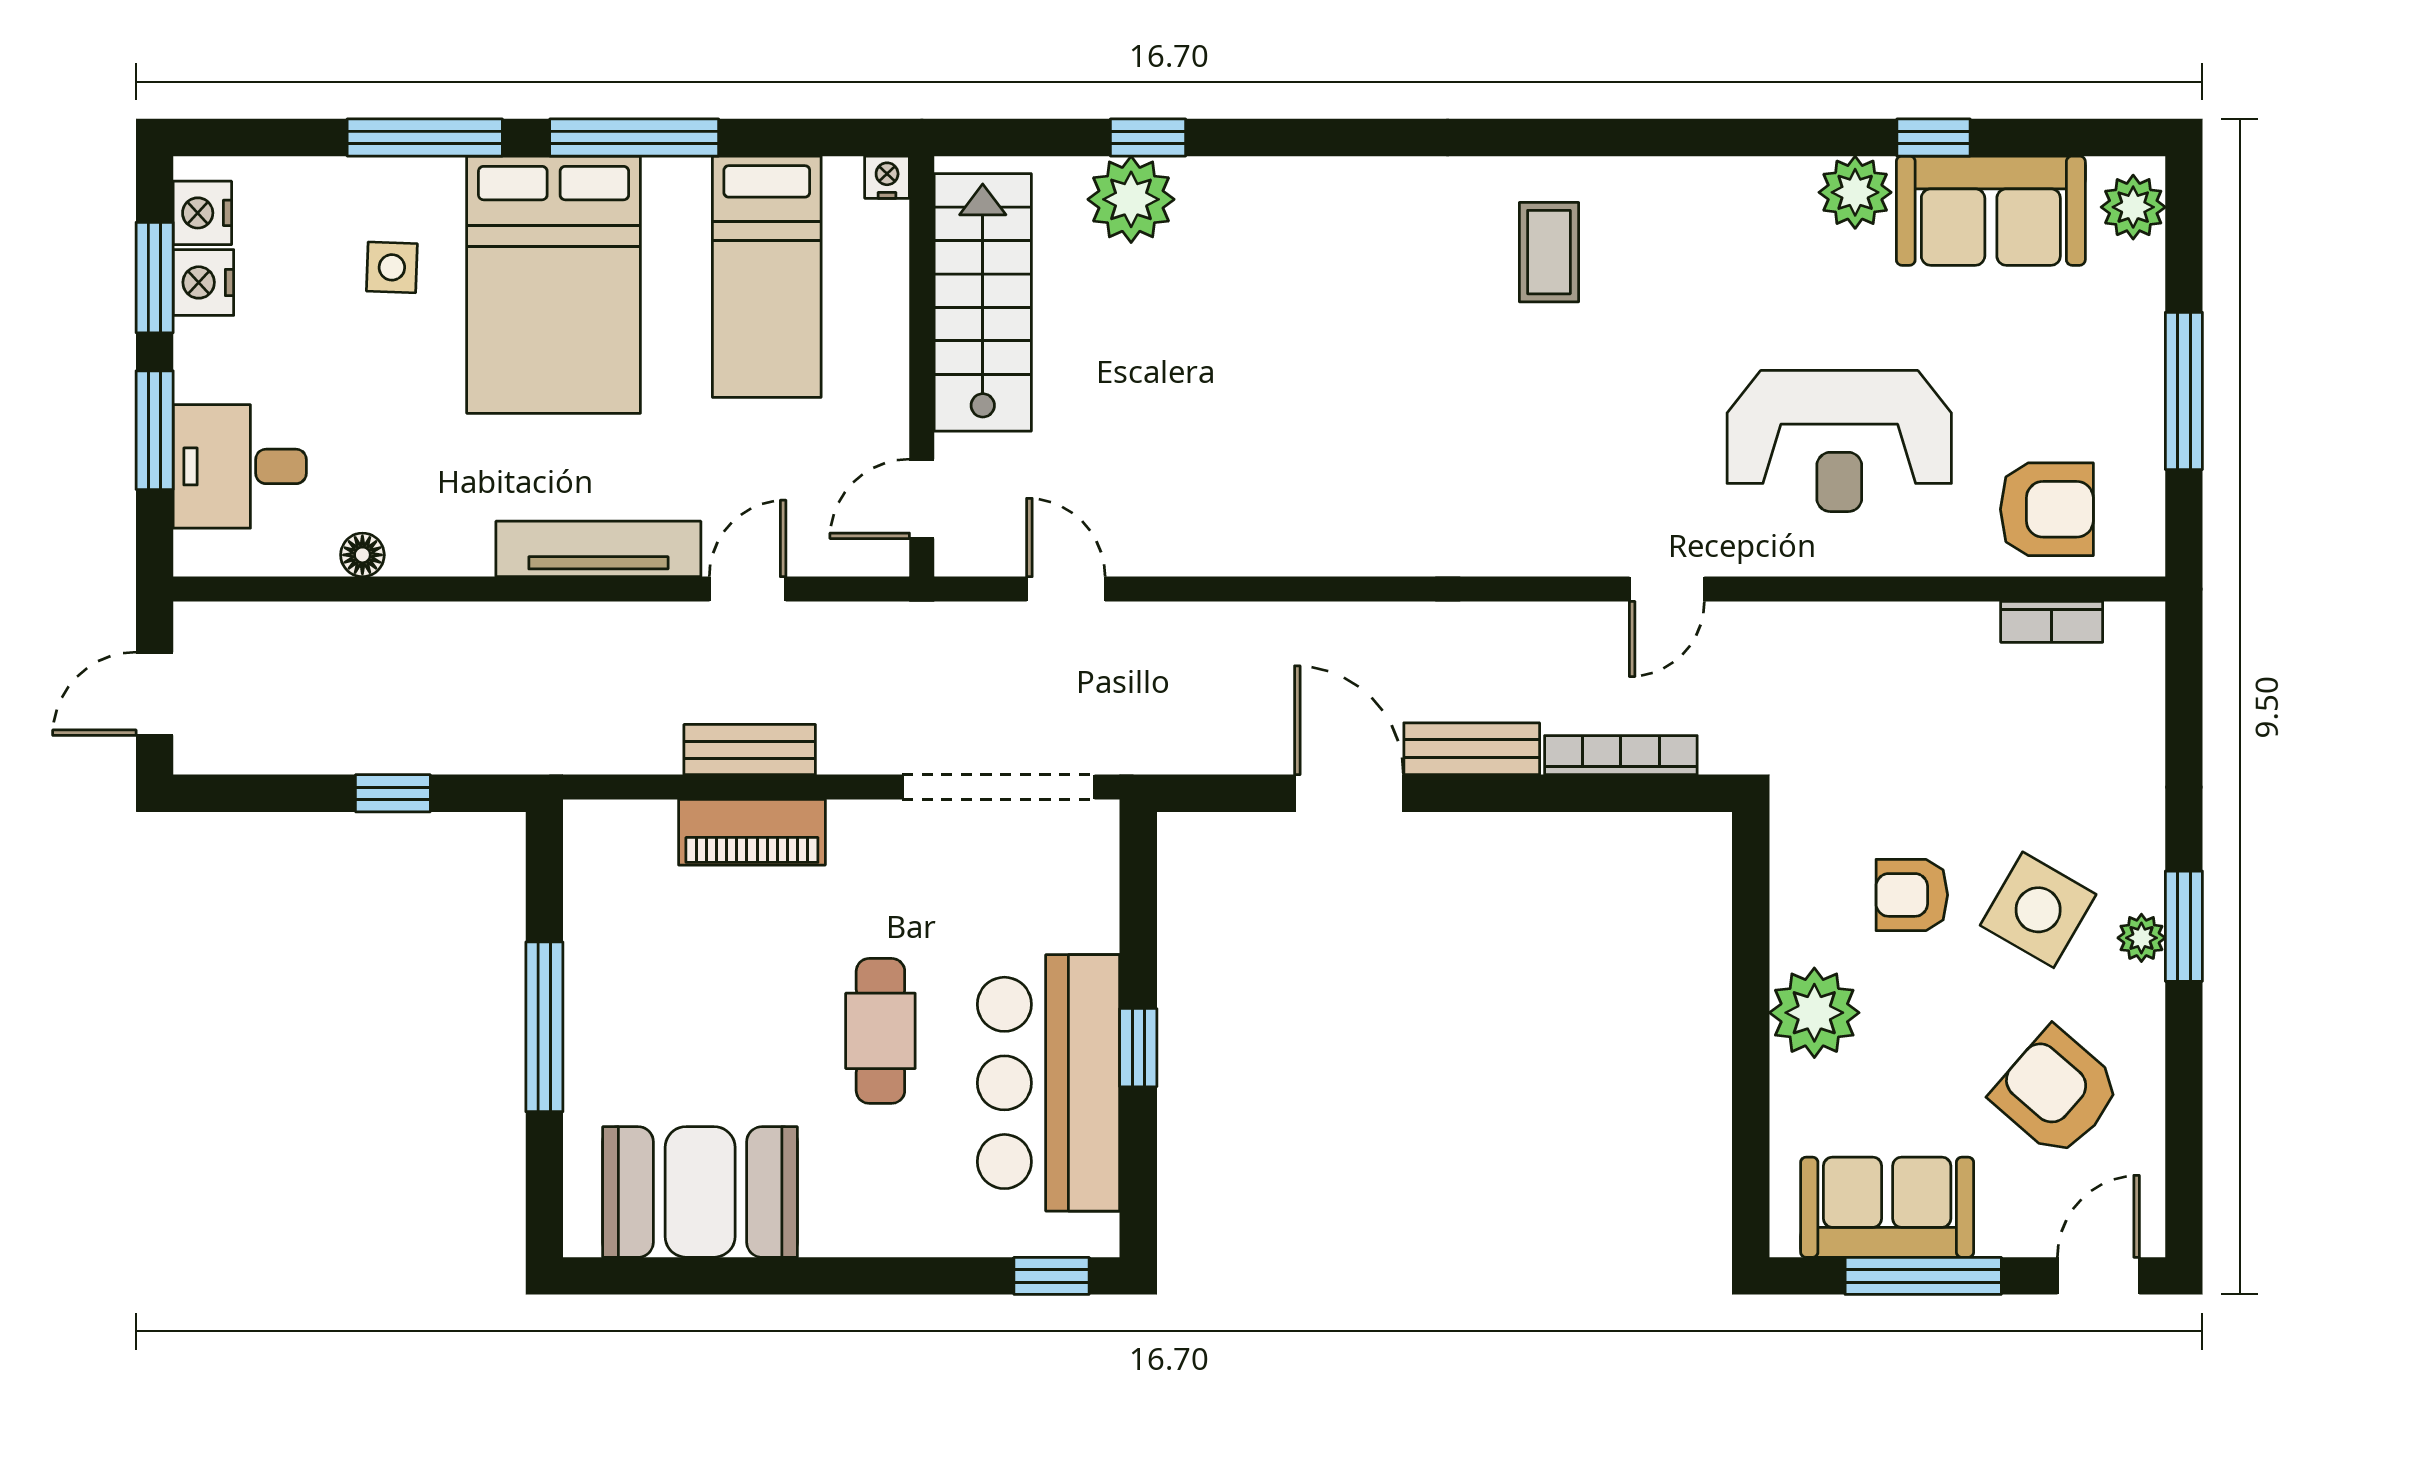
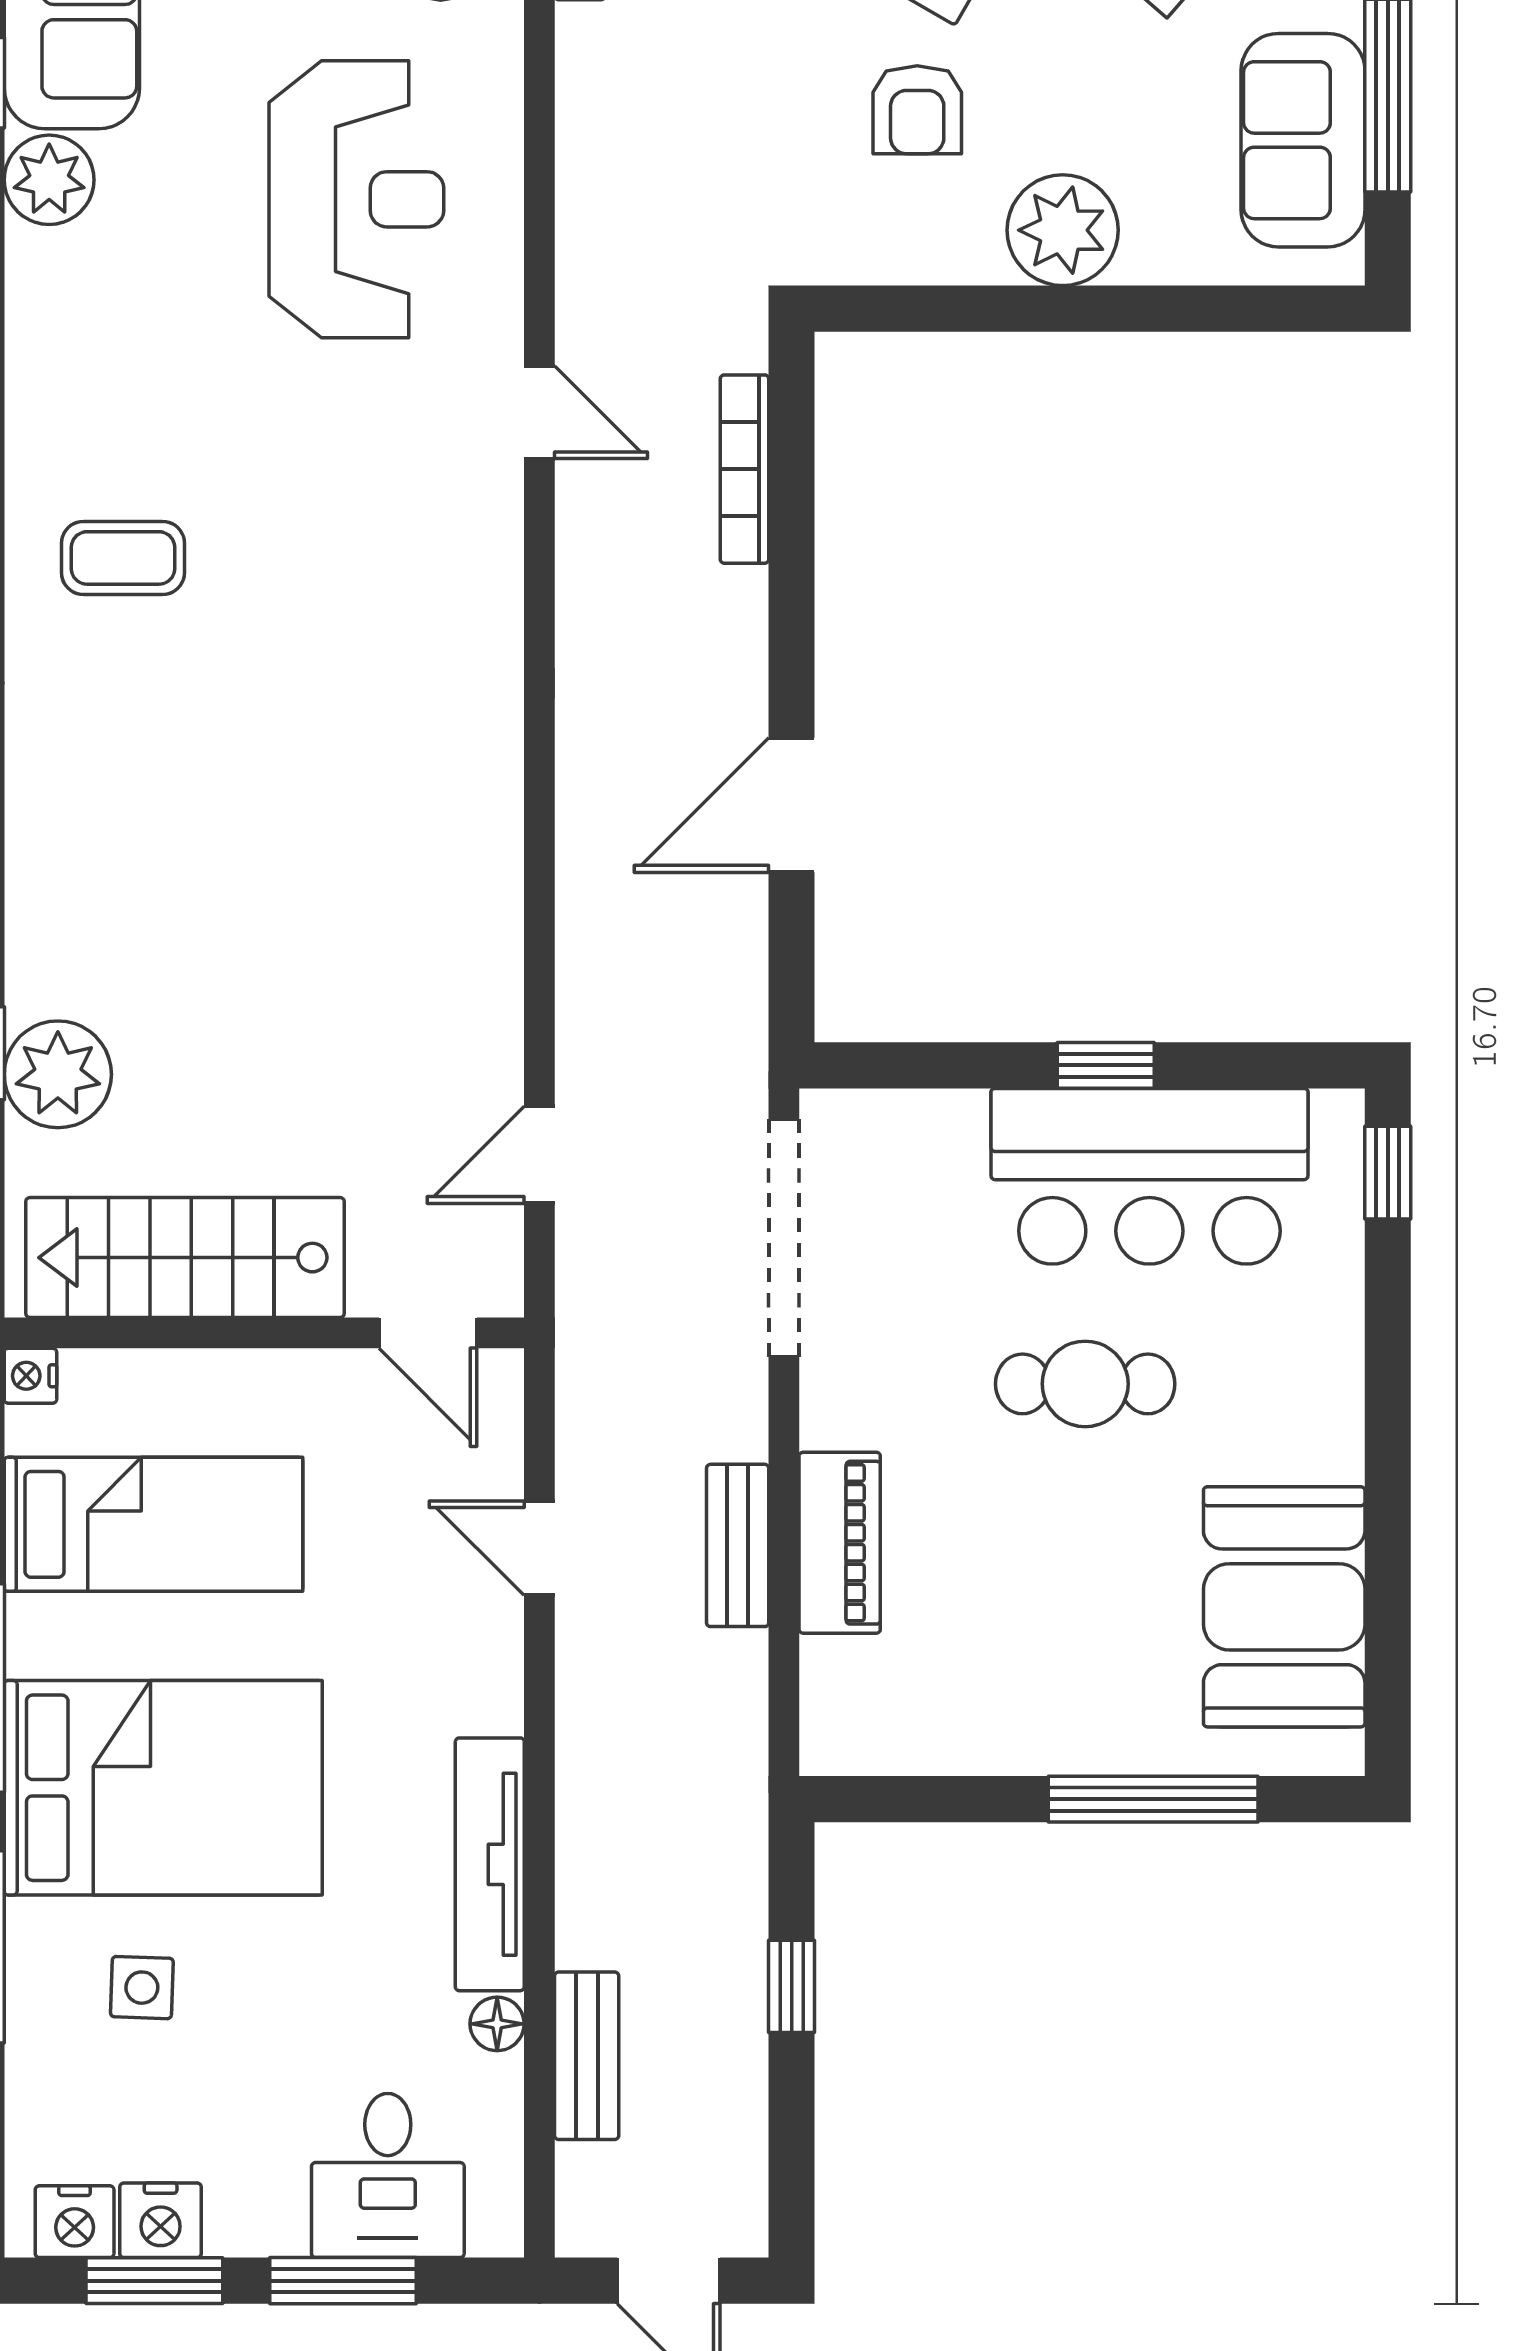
tv unit: (598, 549) -> (490, 1864), moved
bench: (1472, 749) -> (587, 2056), moved
window: (544, 1027) -> (1153, 1799), moved

